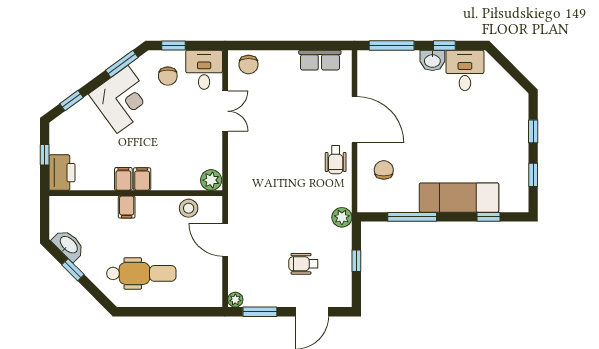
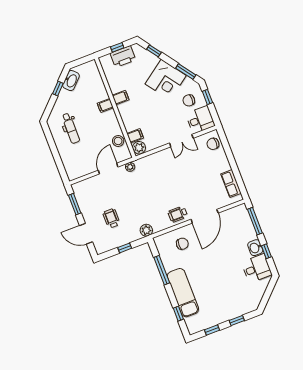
printer: (62, 173) -> (123, 57), moved
filing cabinet: (142, 179) -> (135, 136), moved
dental chair: (141, 273) -> (71, 128), width x0.73, depth x0.72
plant: (235, 300) -> (130, 167), moved

